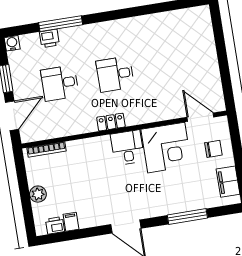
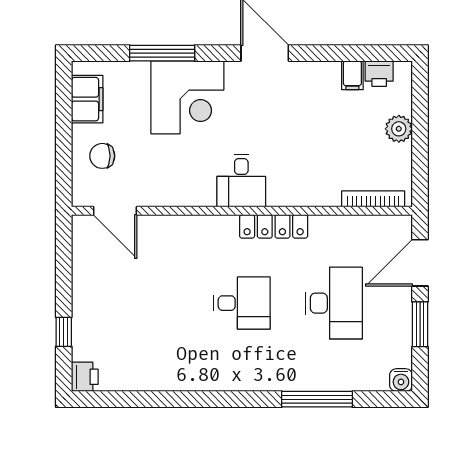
printer: (49, 38) -> (85, 377), moved, turned 90
window: (219, 39) -> (64, 332), added
desk: (60, 83) -> (334, 303), width x1.37
locker: (111, 122) -> (274, 226), width x1.53
corner desk: (166, 148) -> (187, 97), moved, turned 180

